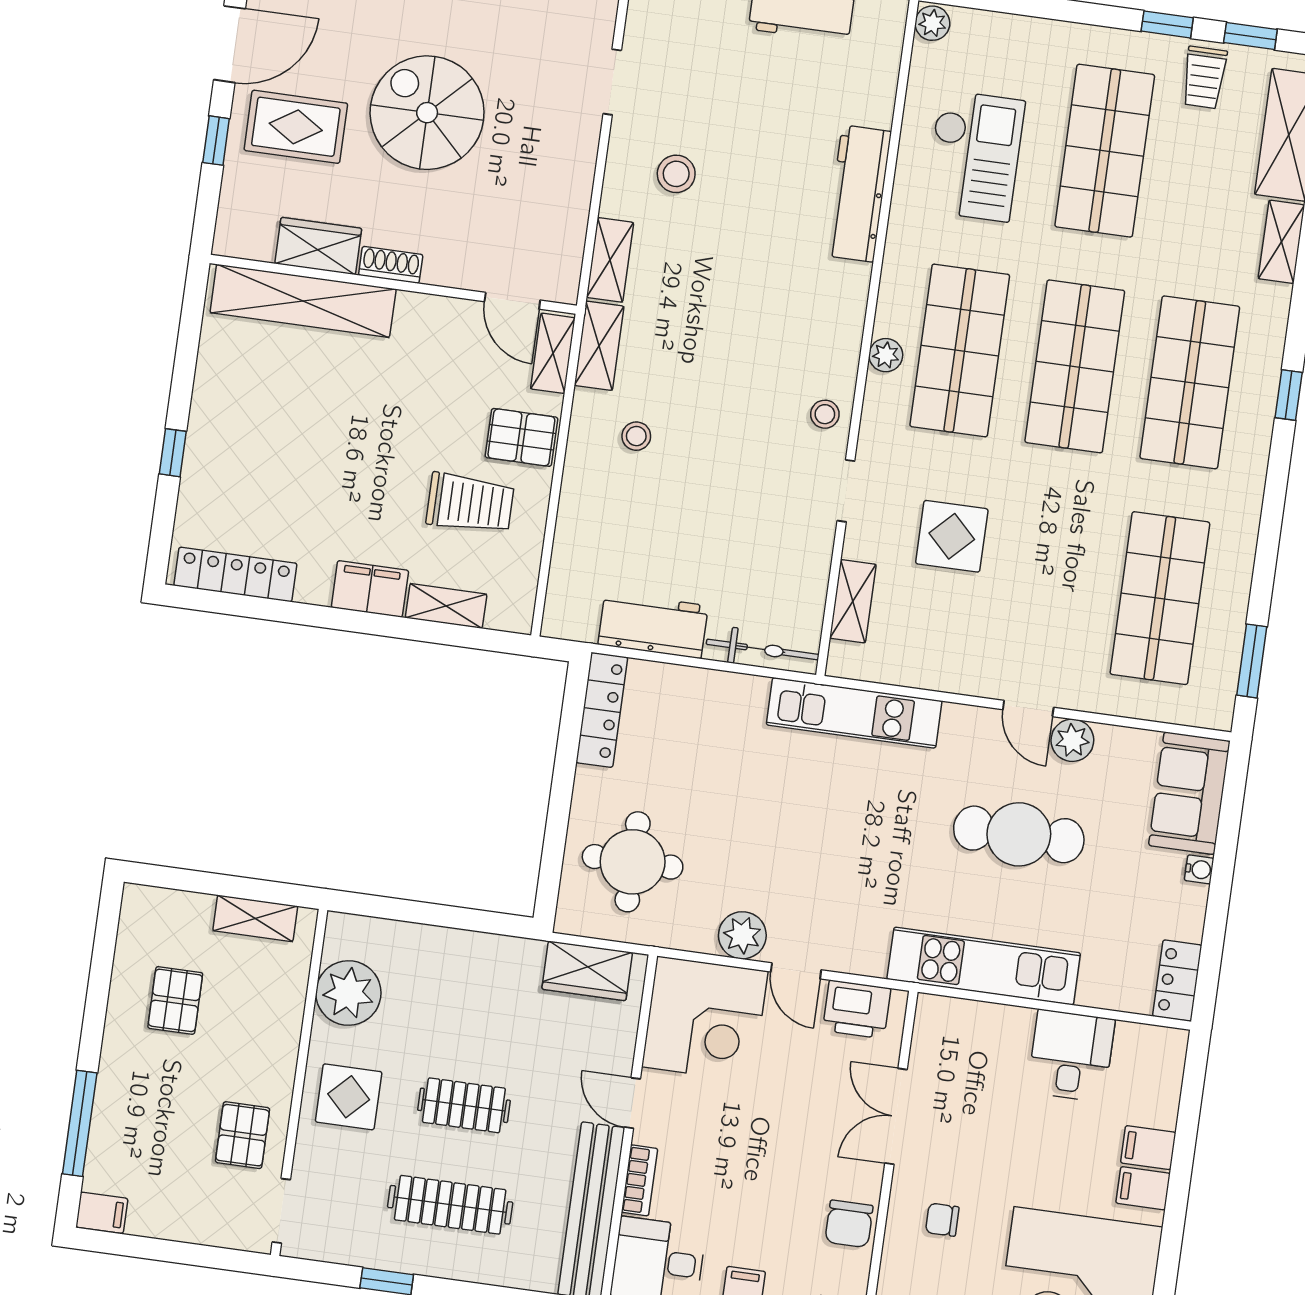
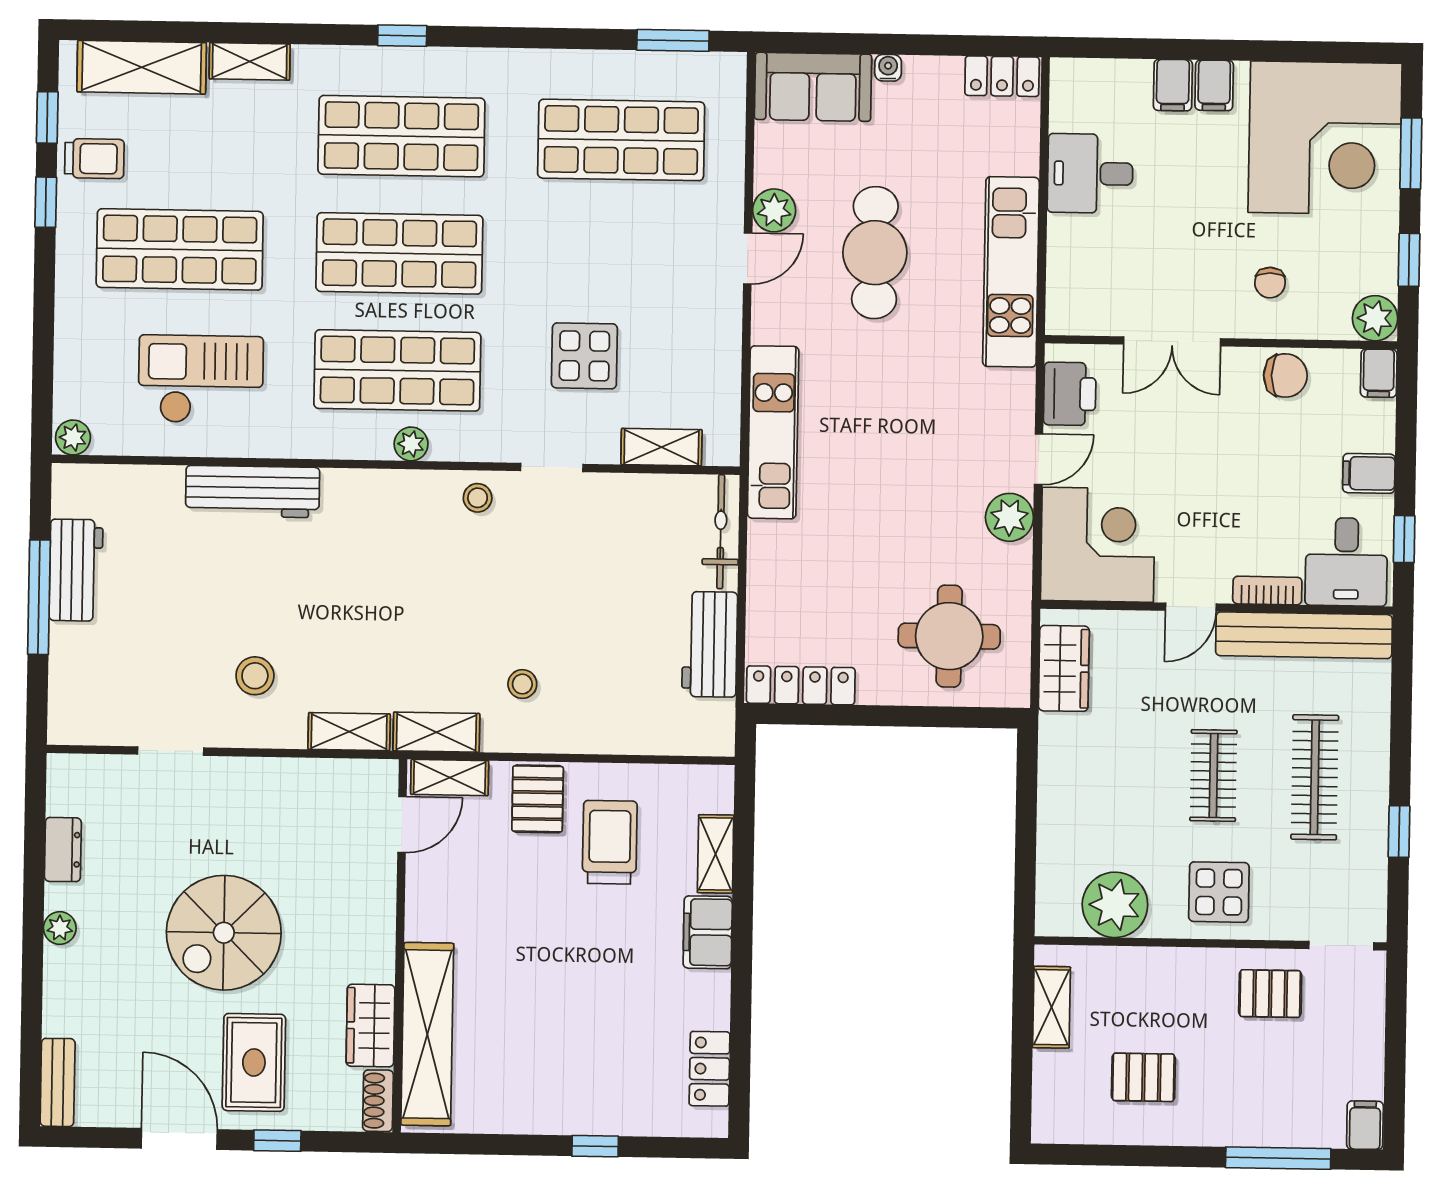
shoe rack: (391, 265) -> (378, 1101), moved
locker: (235, 574) -> (710, 1069), width x0.66

